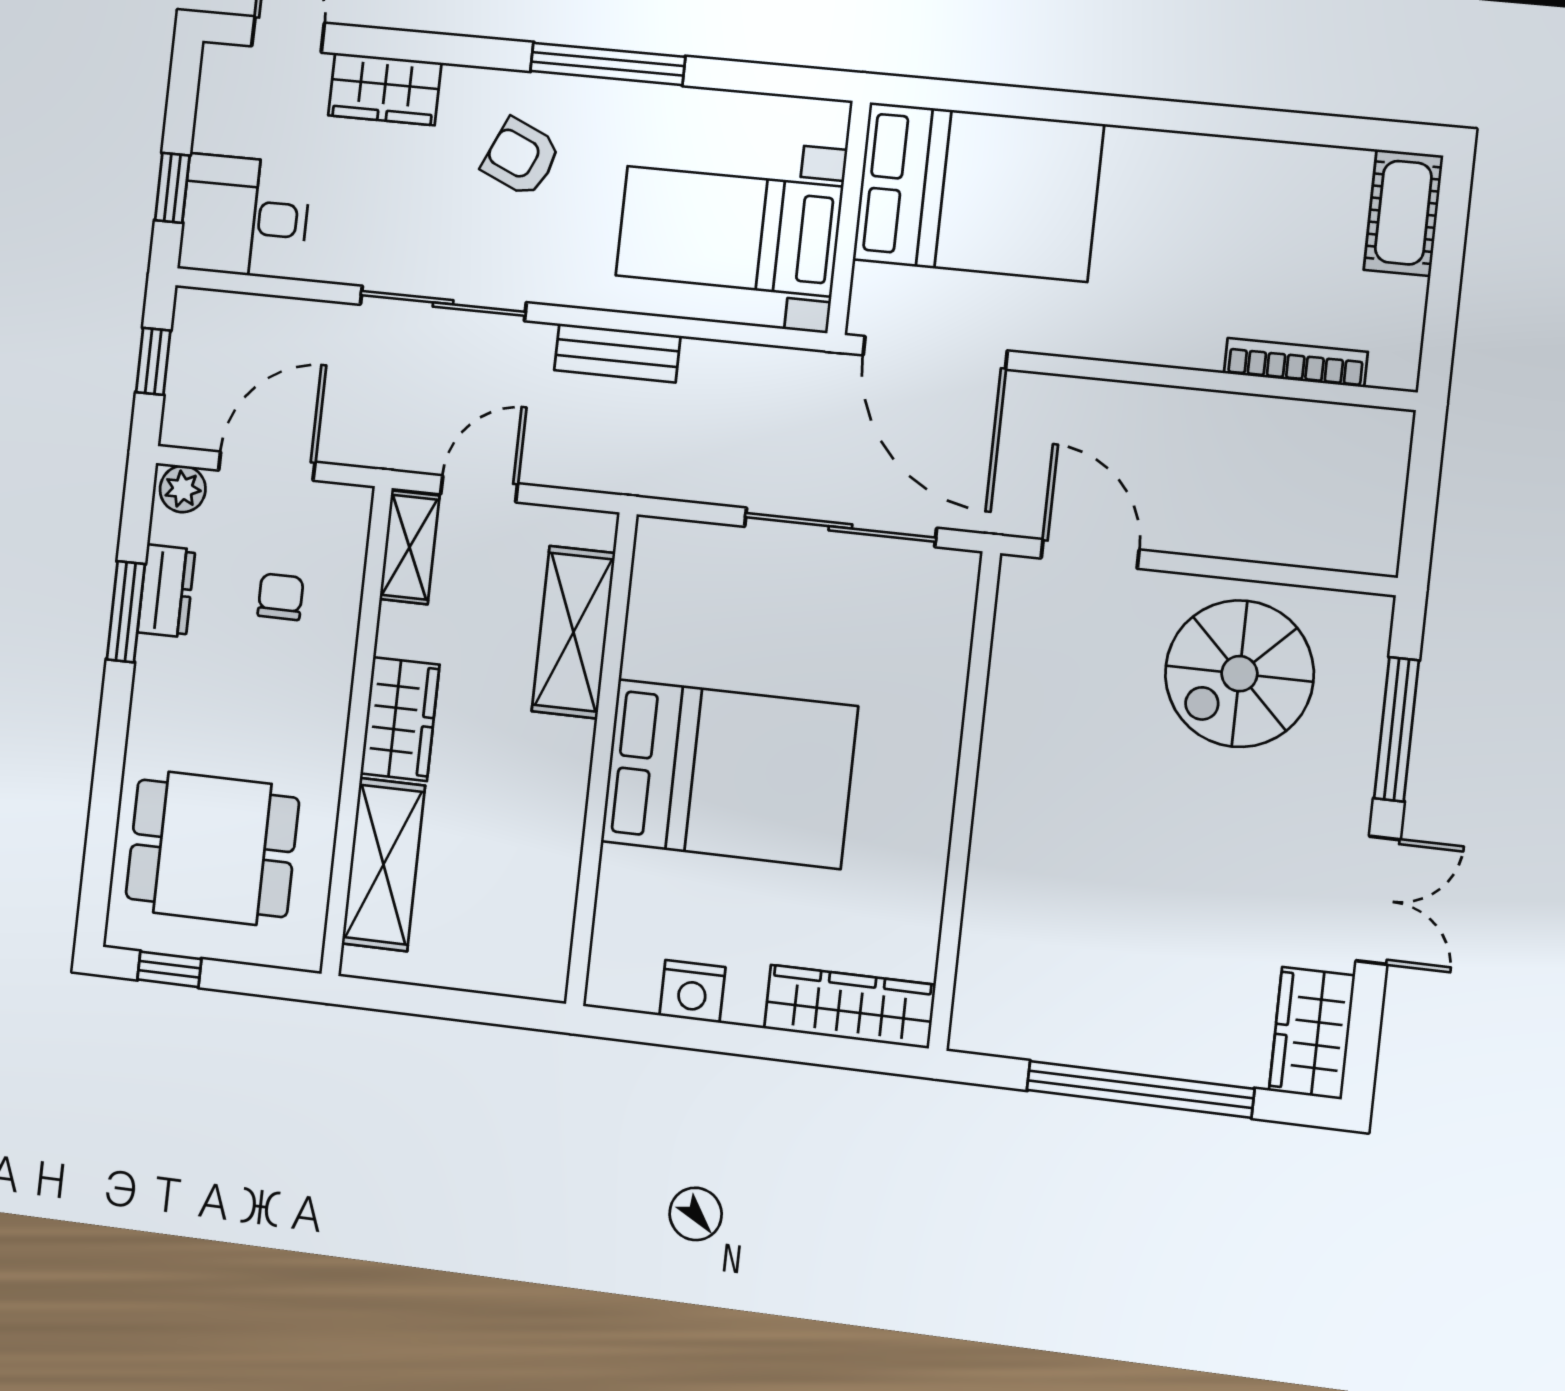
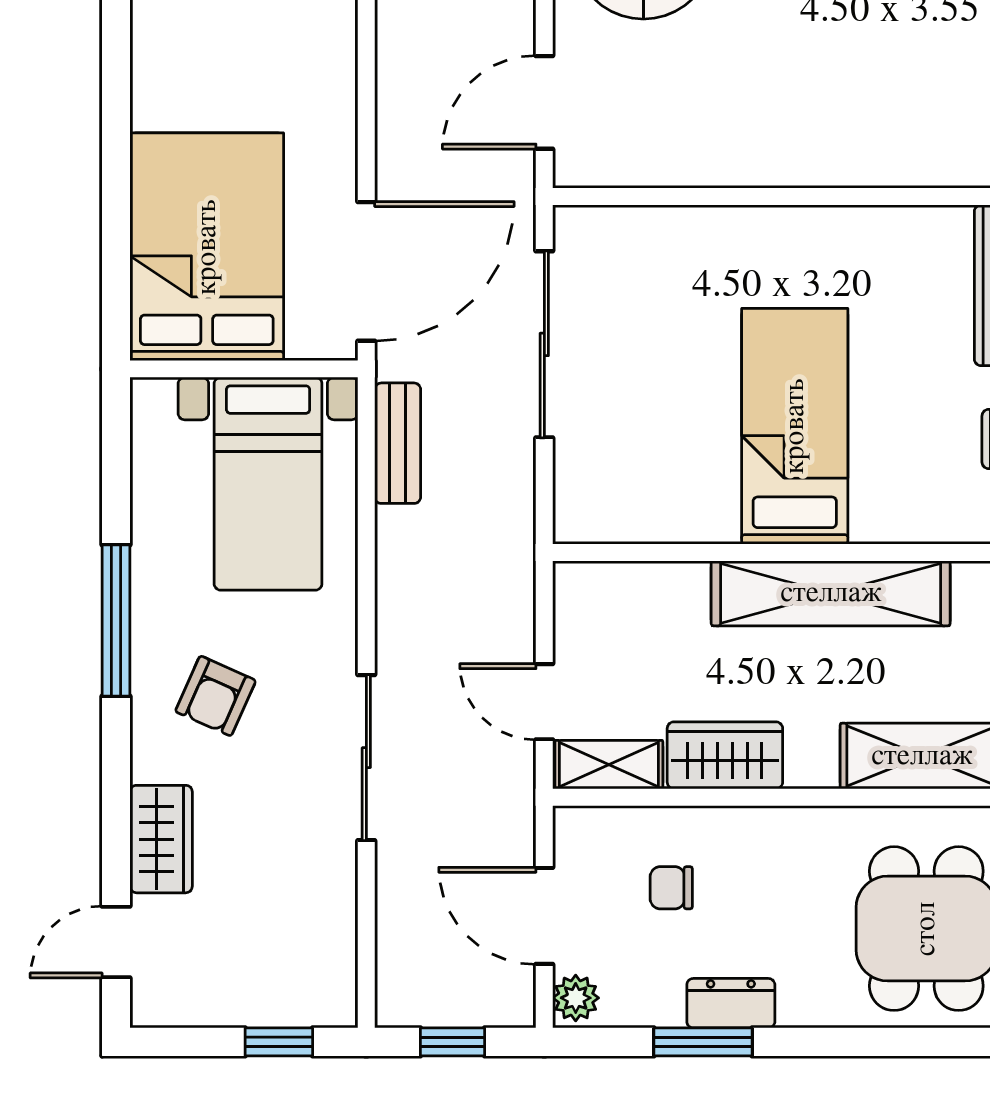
desk: (245, 217) -> (300, 966), removed
bench: (617, 353) -> (398, 443), moved
dresser: (166, 591) -> (731, 1003), moved
shelving: (573, 632) -> (831, 593), moved, width x1.47
wardrobe: (400, 719) -> (725, 755), moved
bed: (729, 774) -> (795, 426), width x0.67

